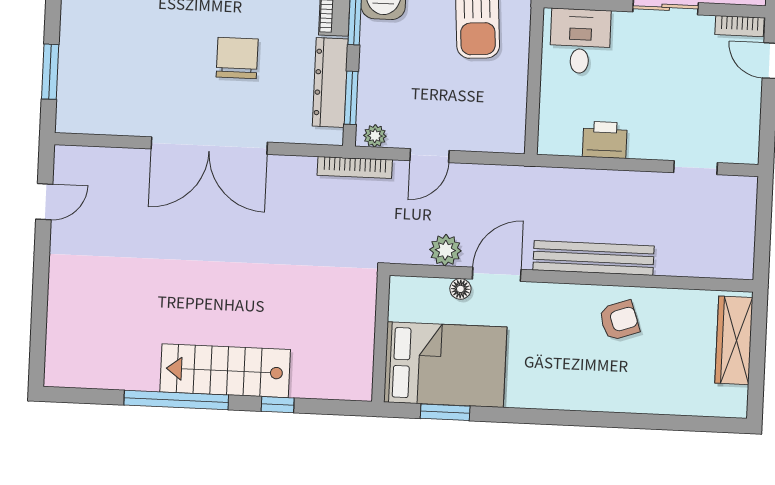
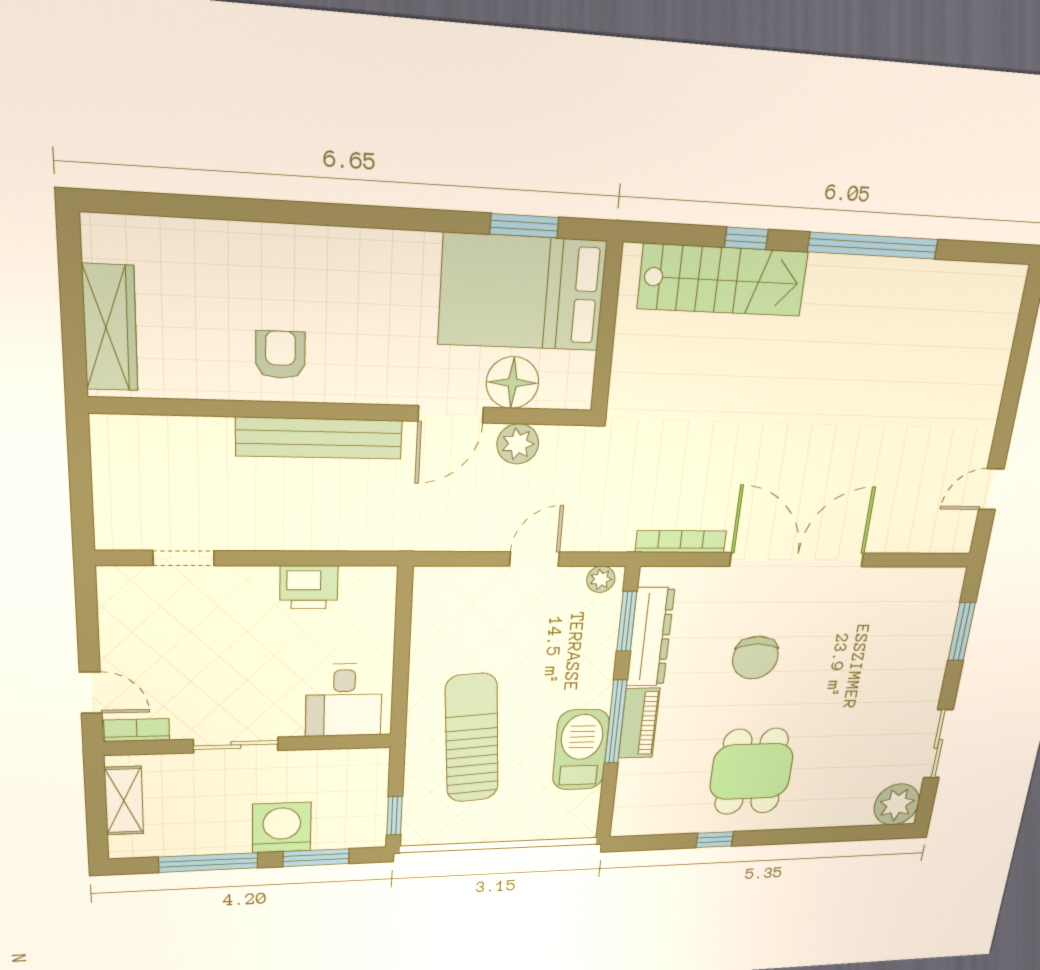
bookcase: (355, 168) -> (681, 542), moved
floor lamp: (460, 289) -> (512, 383), width x1.89, depth x1.89
armchair: (619, 320) -> (280, 355), turned 109
stairs: (225, 371) -> (723, 280), moved

